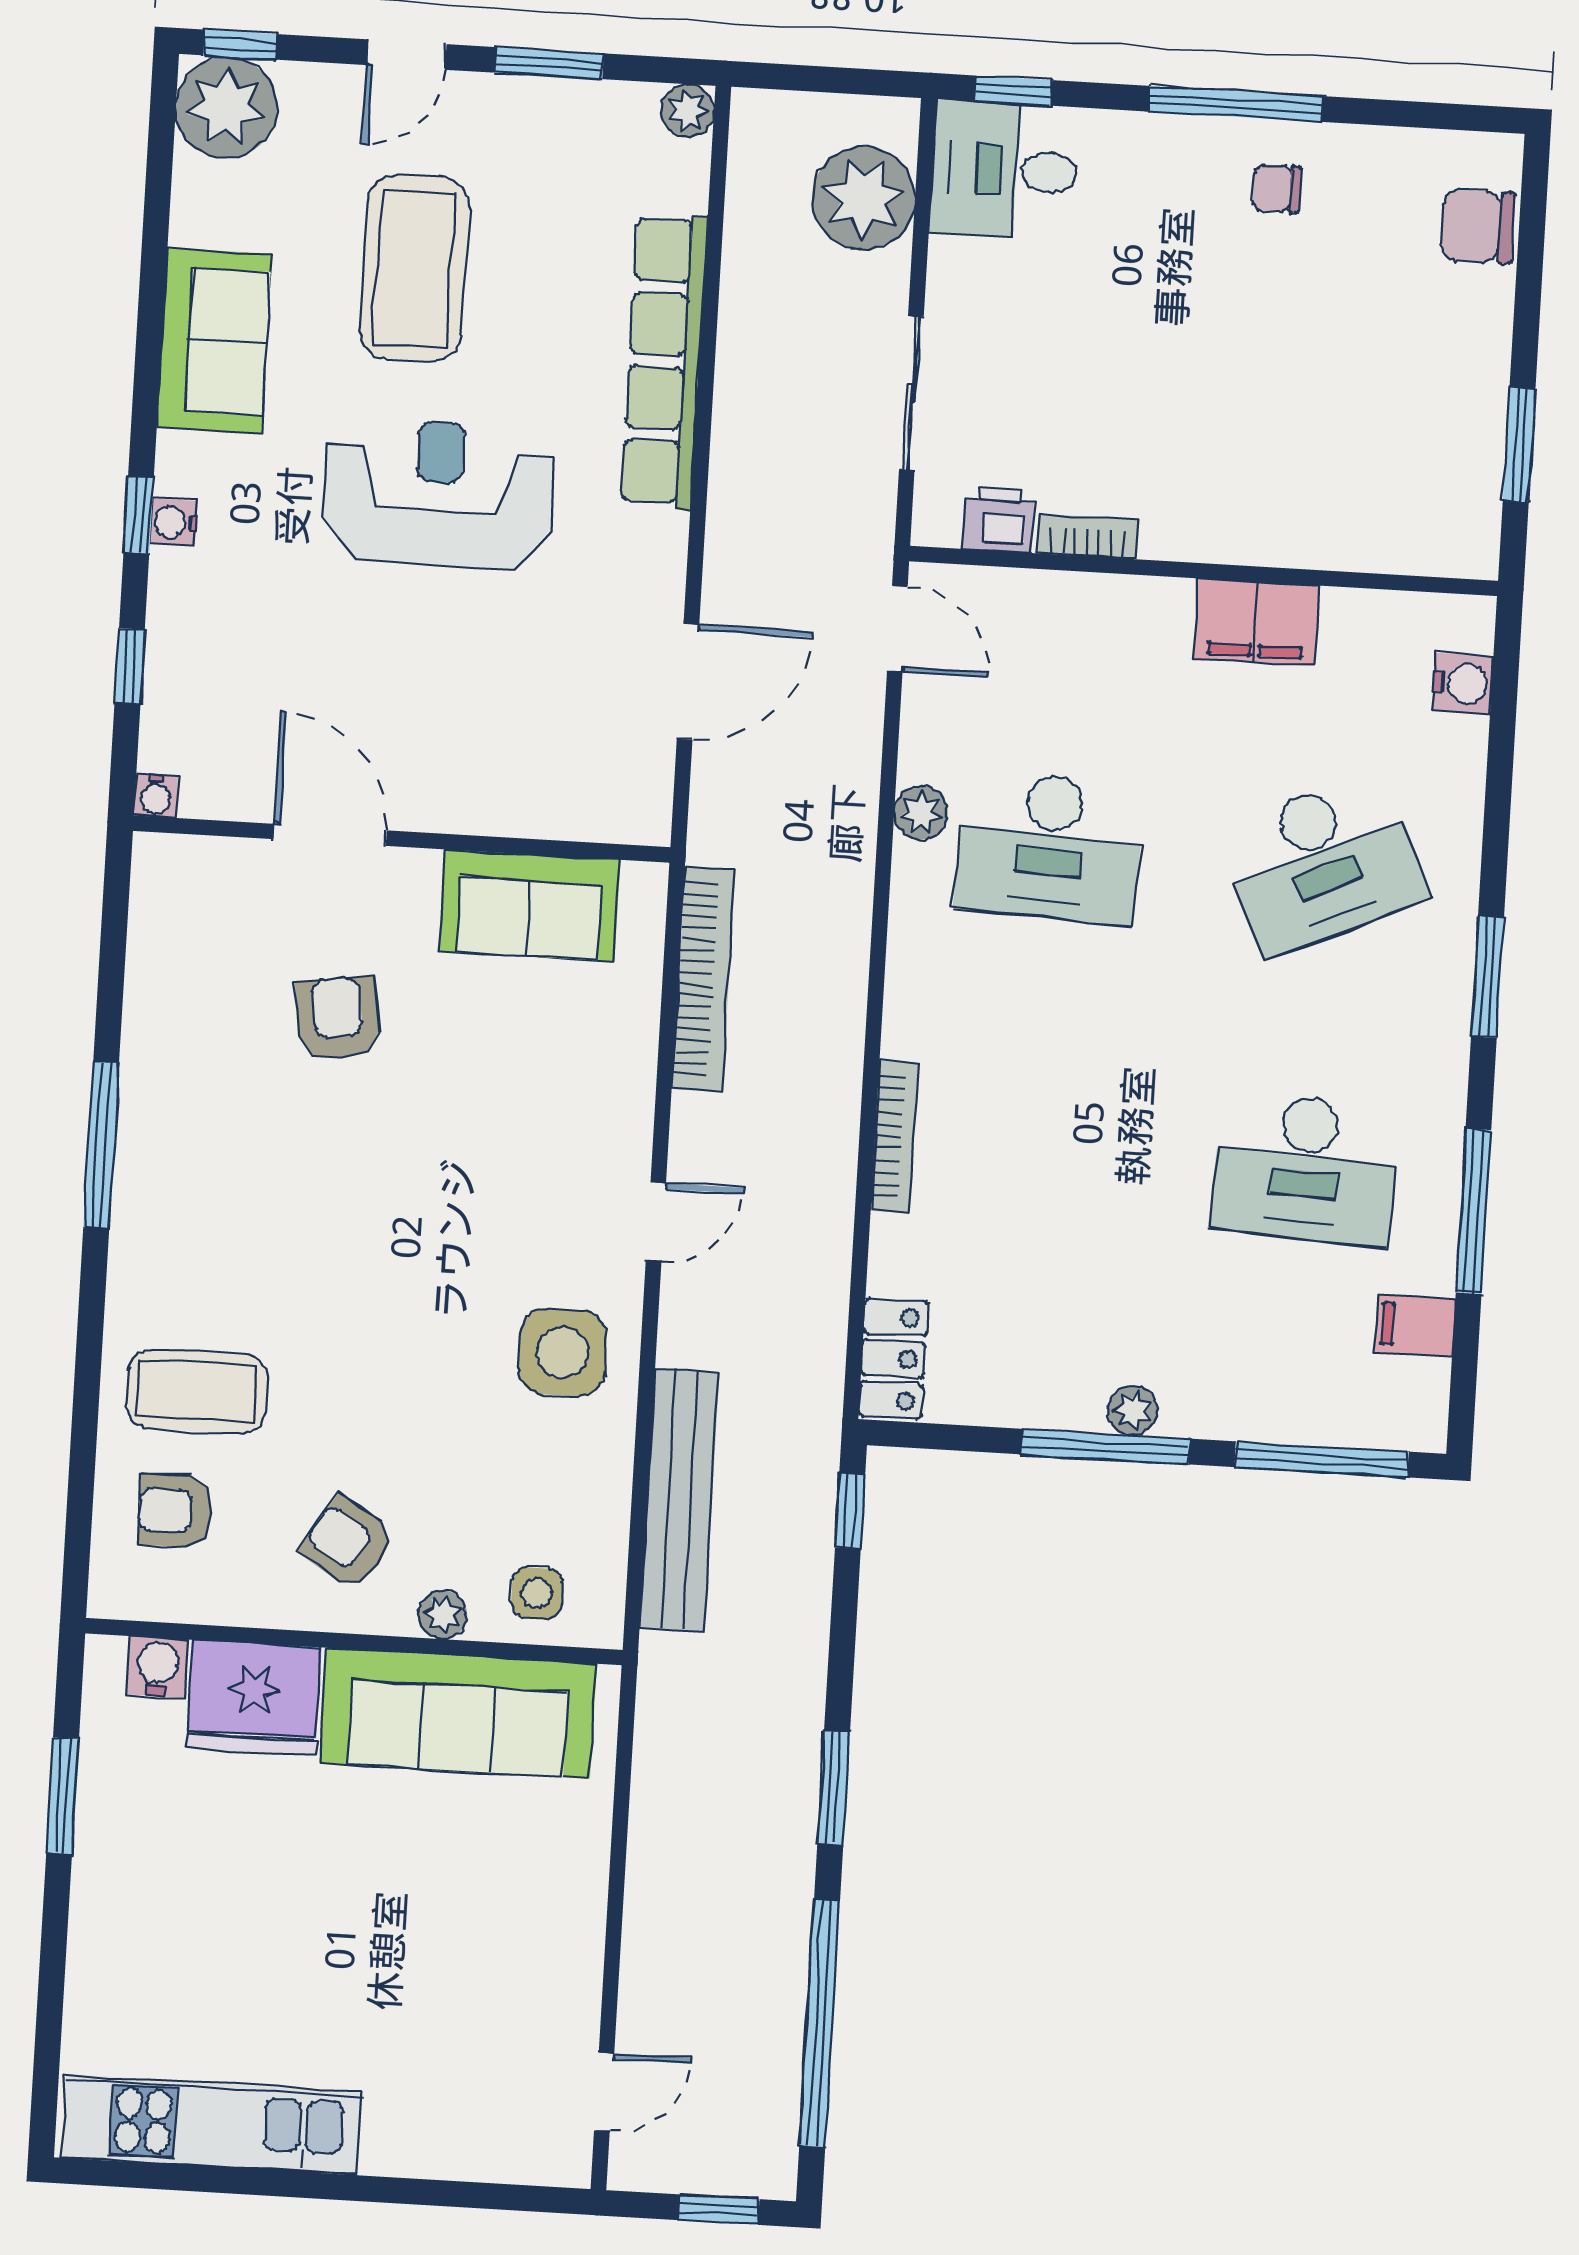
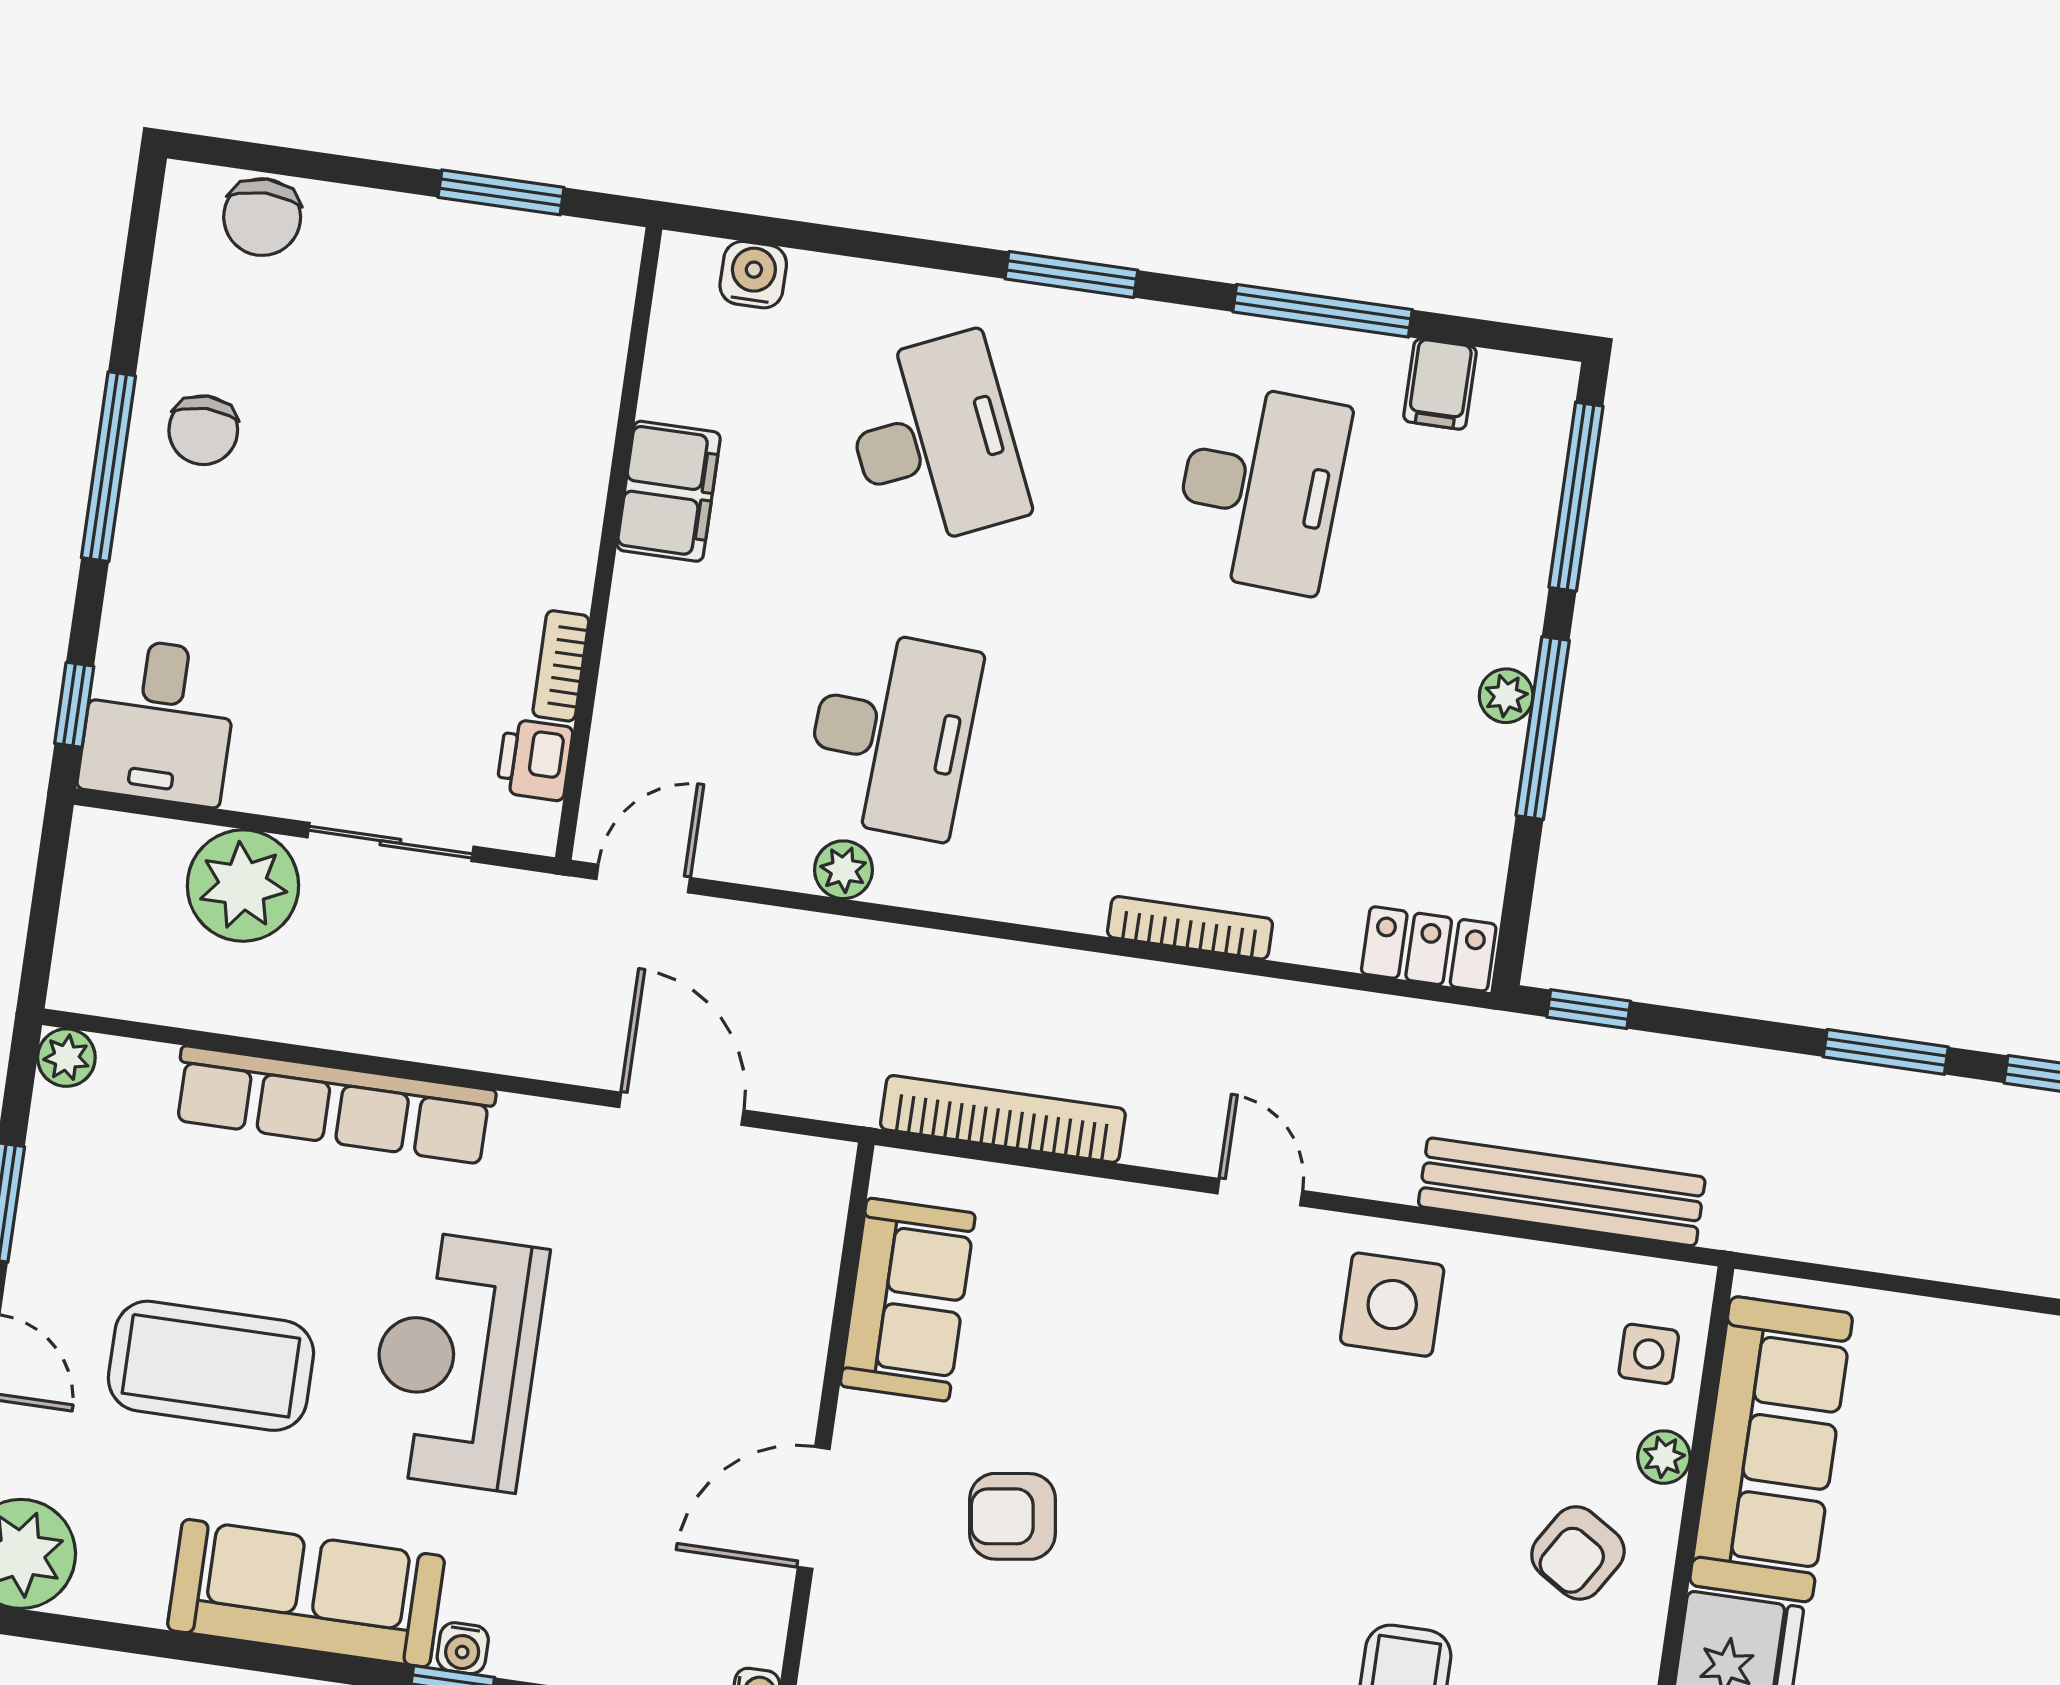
chair: (1277, 188) -> (203, 430), width x1.37, depth x1.37
plant: (864, 198) -> (243, 886), moved
sofa: (214, 341) -> (306, 1593), width x1.36

